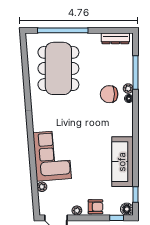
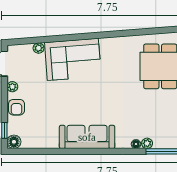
chair: (109, 94) -> (141, 122), removed
sofa: (122, 162) -> (87, 137), moved
window: (136, 195) -> (30, 151), removed

